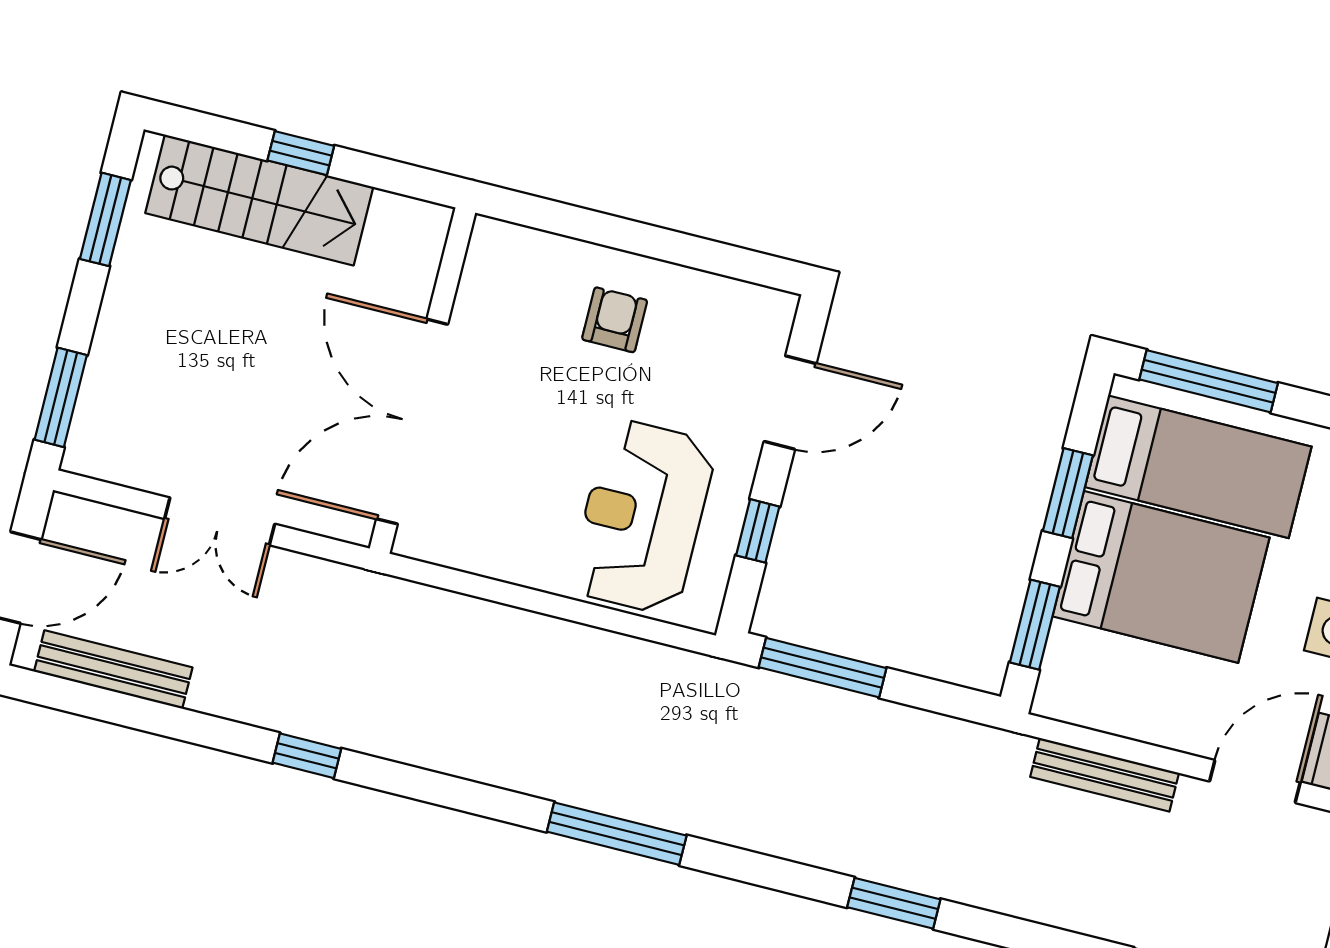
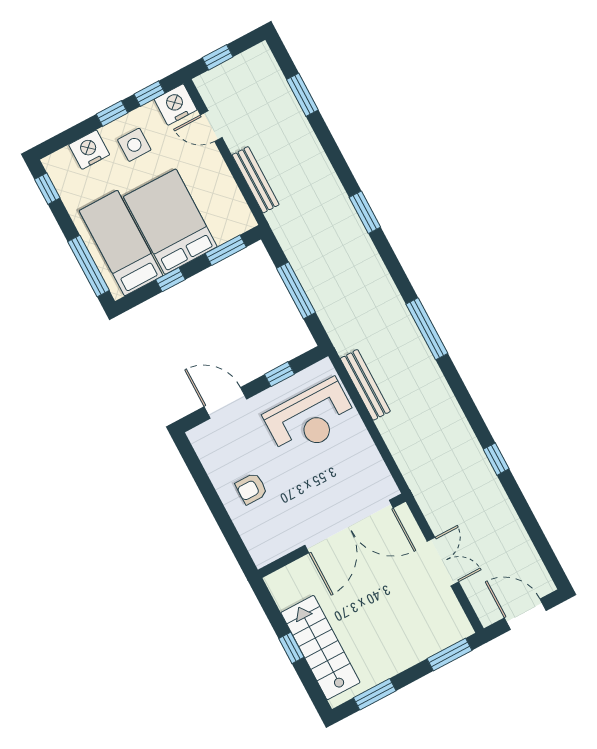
window: (1068, 493) -> (170, 280), width x0.67
window: (823, 668) -> (296, 290), moved
bench: (113, 670) -> (365, 385), moved
door: (1255, 781) -> (211, 126), width x0.73

